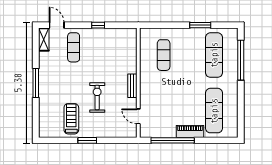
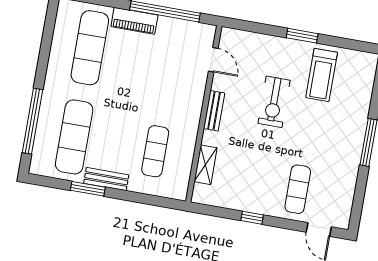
bench: (190, 33) -> (106, 179), added
shelving: (44, 40) -> (206, 165), moved

